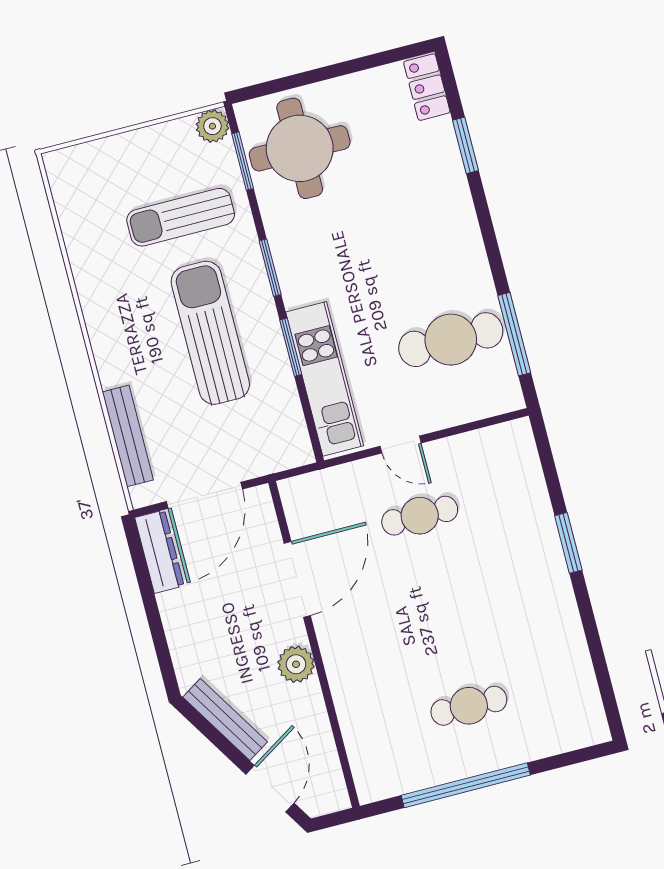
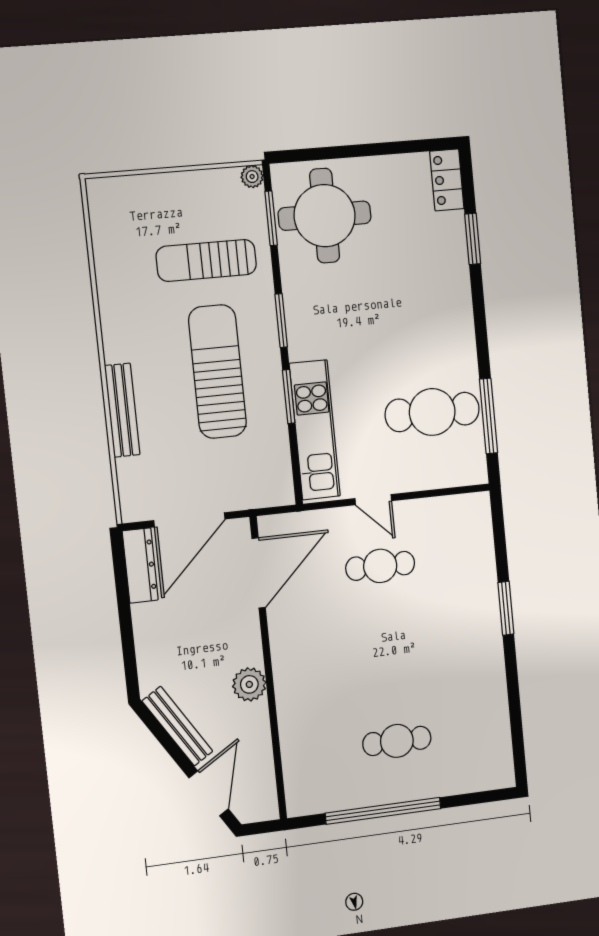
plant: (212, 126) -> (252, 177), width x0.73, depth x0.73
bench: (128, 436) -> (122, 410), moved
door: (297, 579) -> (259, 573), moved

